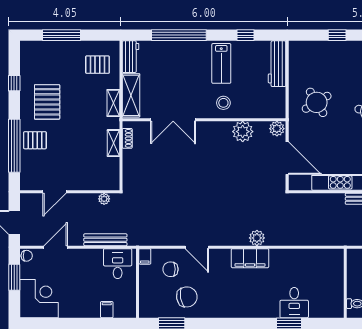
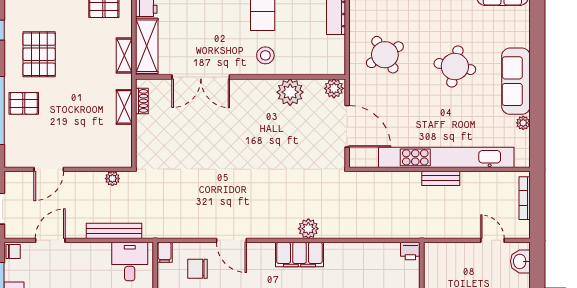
printer: (336, 255) -> (410, 251), added

